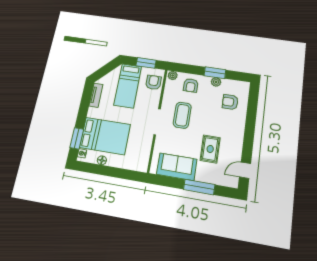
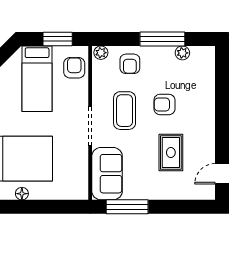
window: (215, 73) -> (162, 39), width x1.44
plant: (216, 82) -> (182, 53), moved
armchair: (230, 102) -> (164, 104), moved
sofa: (177, 167) -> (107, 174), moved, turned 90
window: (199, 187) -> (127, 207), moved

